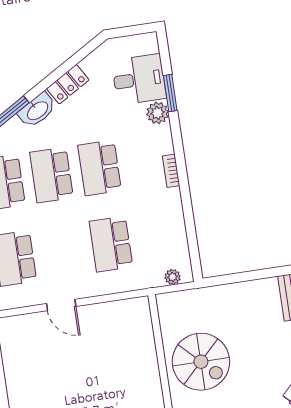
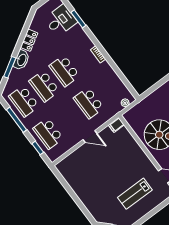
plant: (158, 113) -> (77, 31), removed
door: (61, 305) -> (90, 137), moved
filing cabinet: (137, 306) -> (116, 125), added

